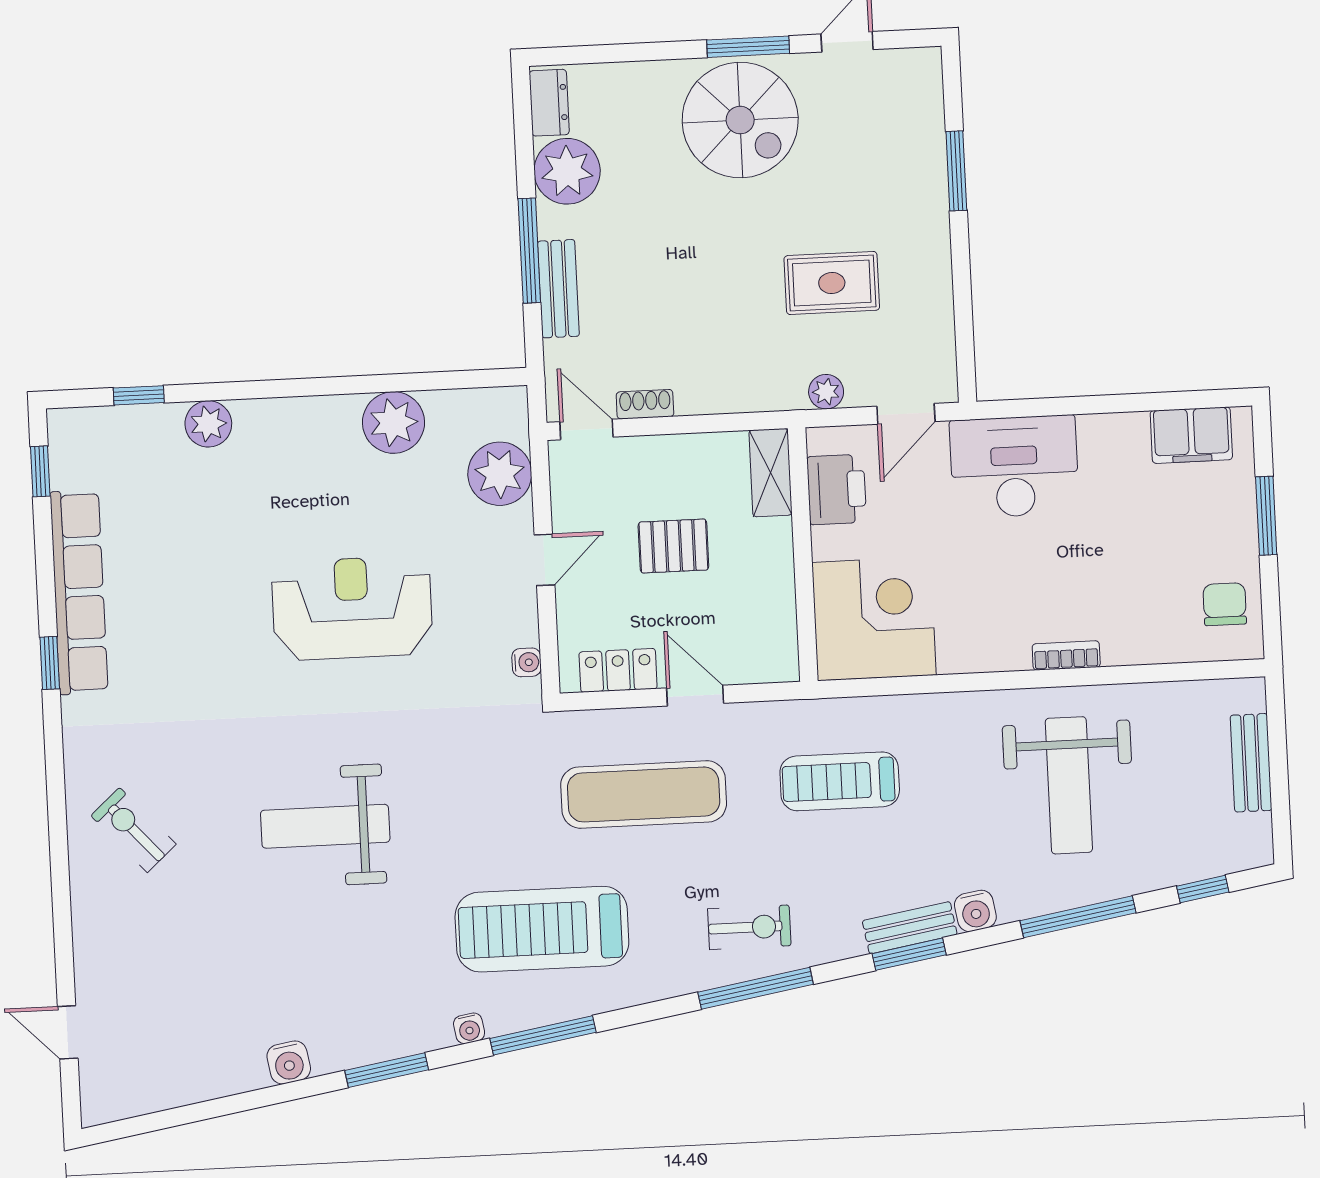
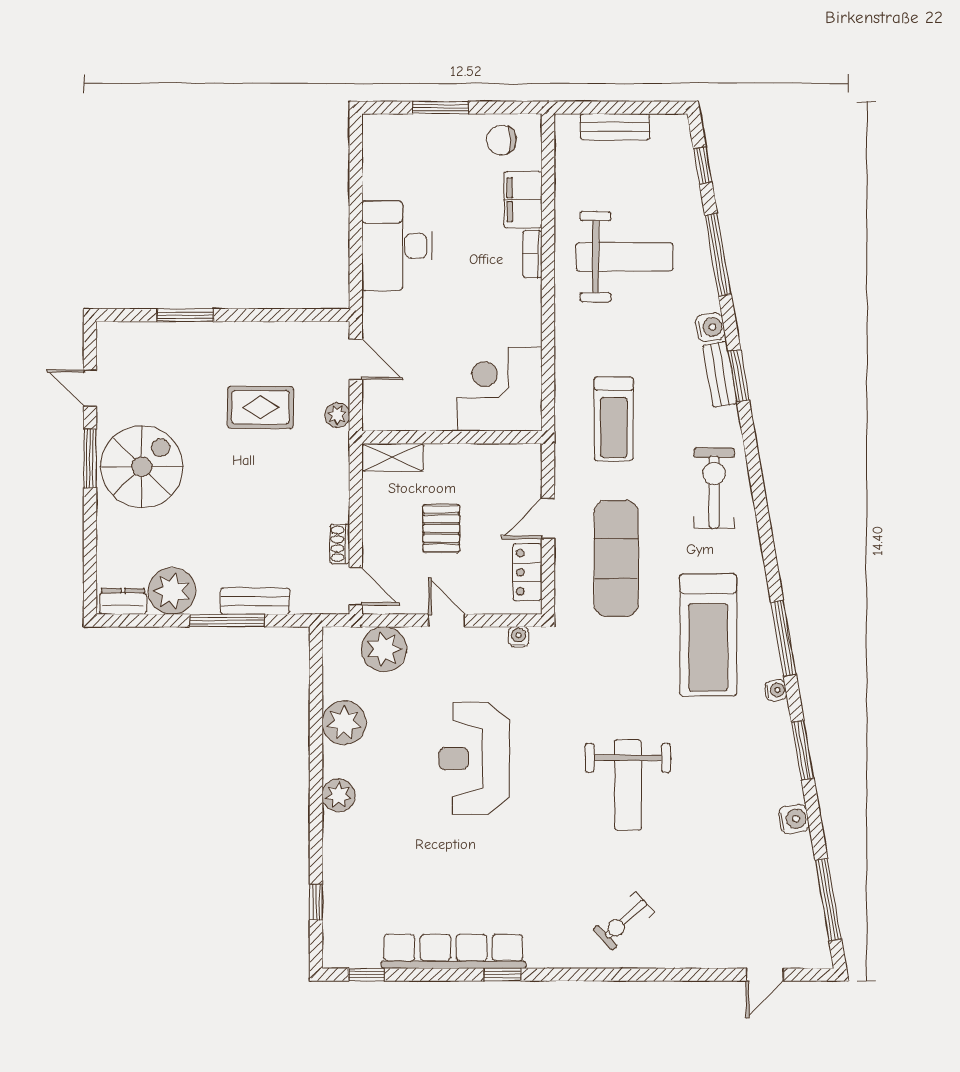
rug: (832, 283) -> (260, 407), turned 90
plant: (208, 424) -> (339, 795), moved
door: (586, 429) -> (356, 586), swing flipped
filing cabinet: (1191, 435) -> (523, 200), moved, turned 180
desk: (1014, 467) -> (397, 246), moved
printer: (837, 490) -> (407, 411), removed
exercise bike: (749, 927) -> (714, 488), width x1.38, depth x1.39
window: (756, 988) -> (828, 900), moved

